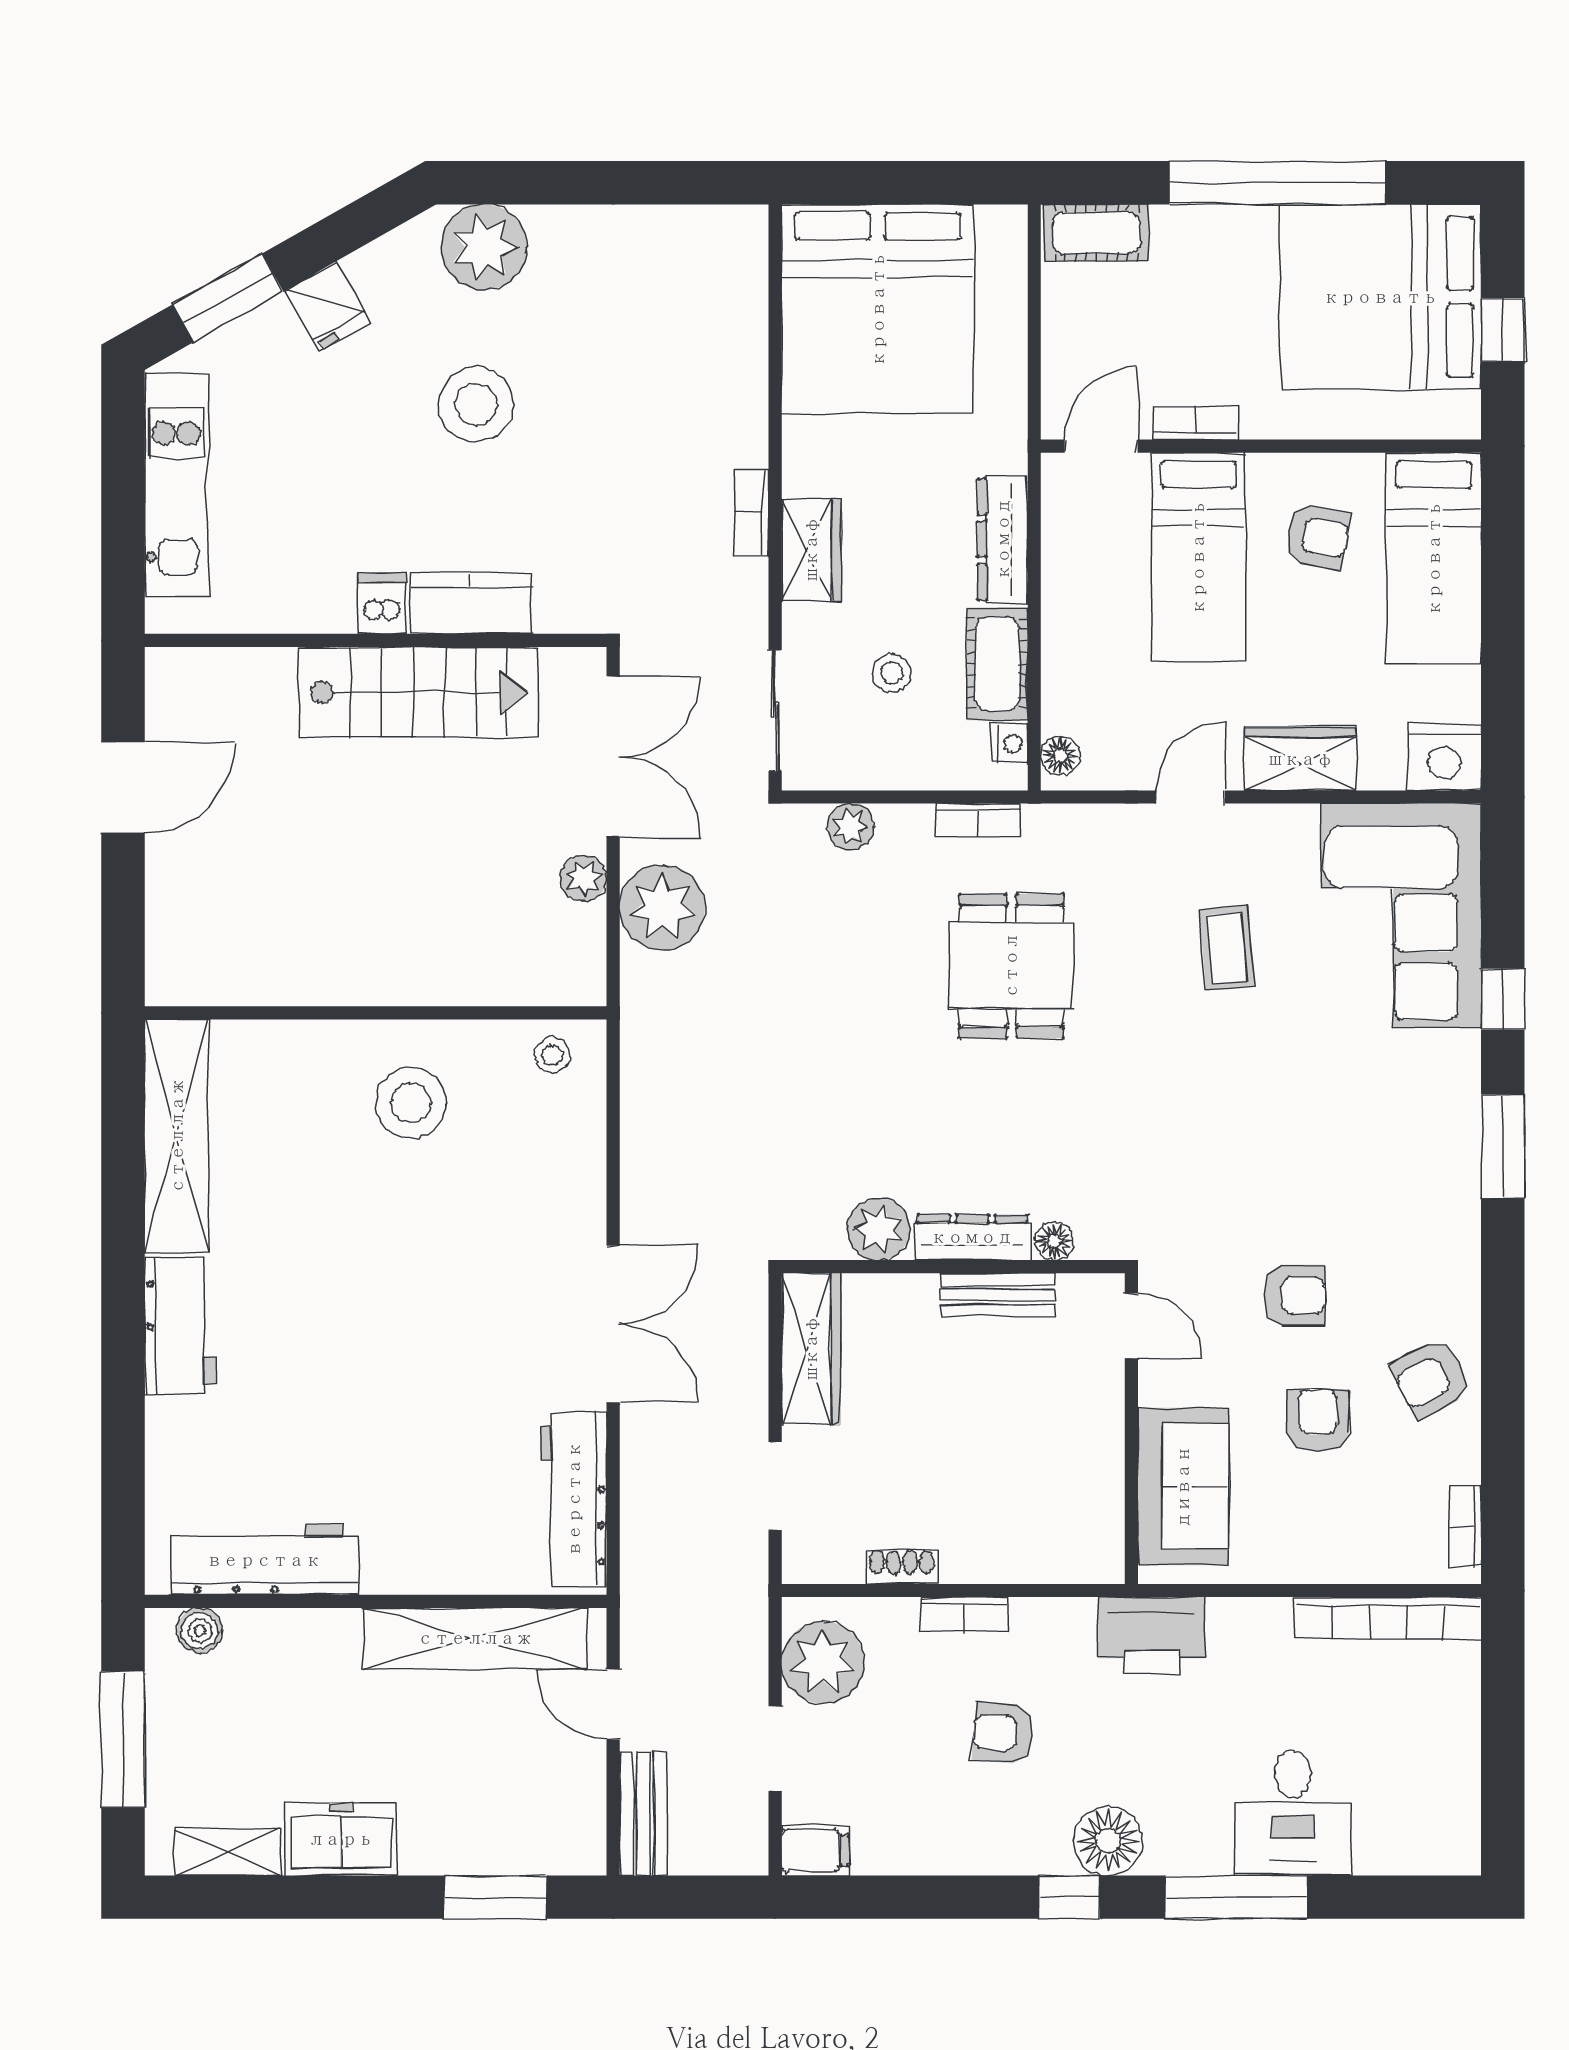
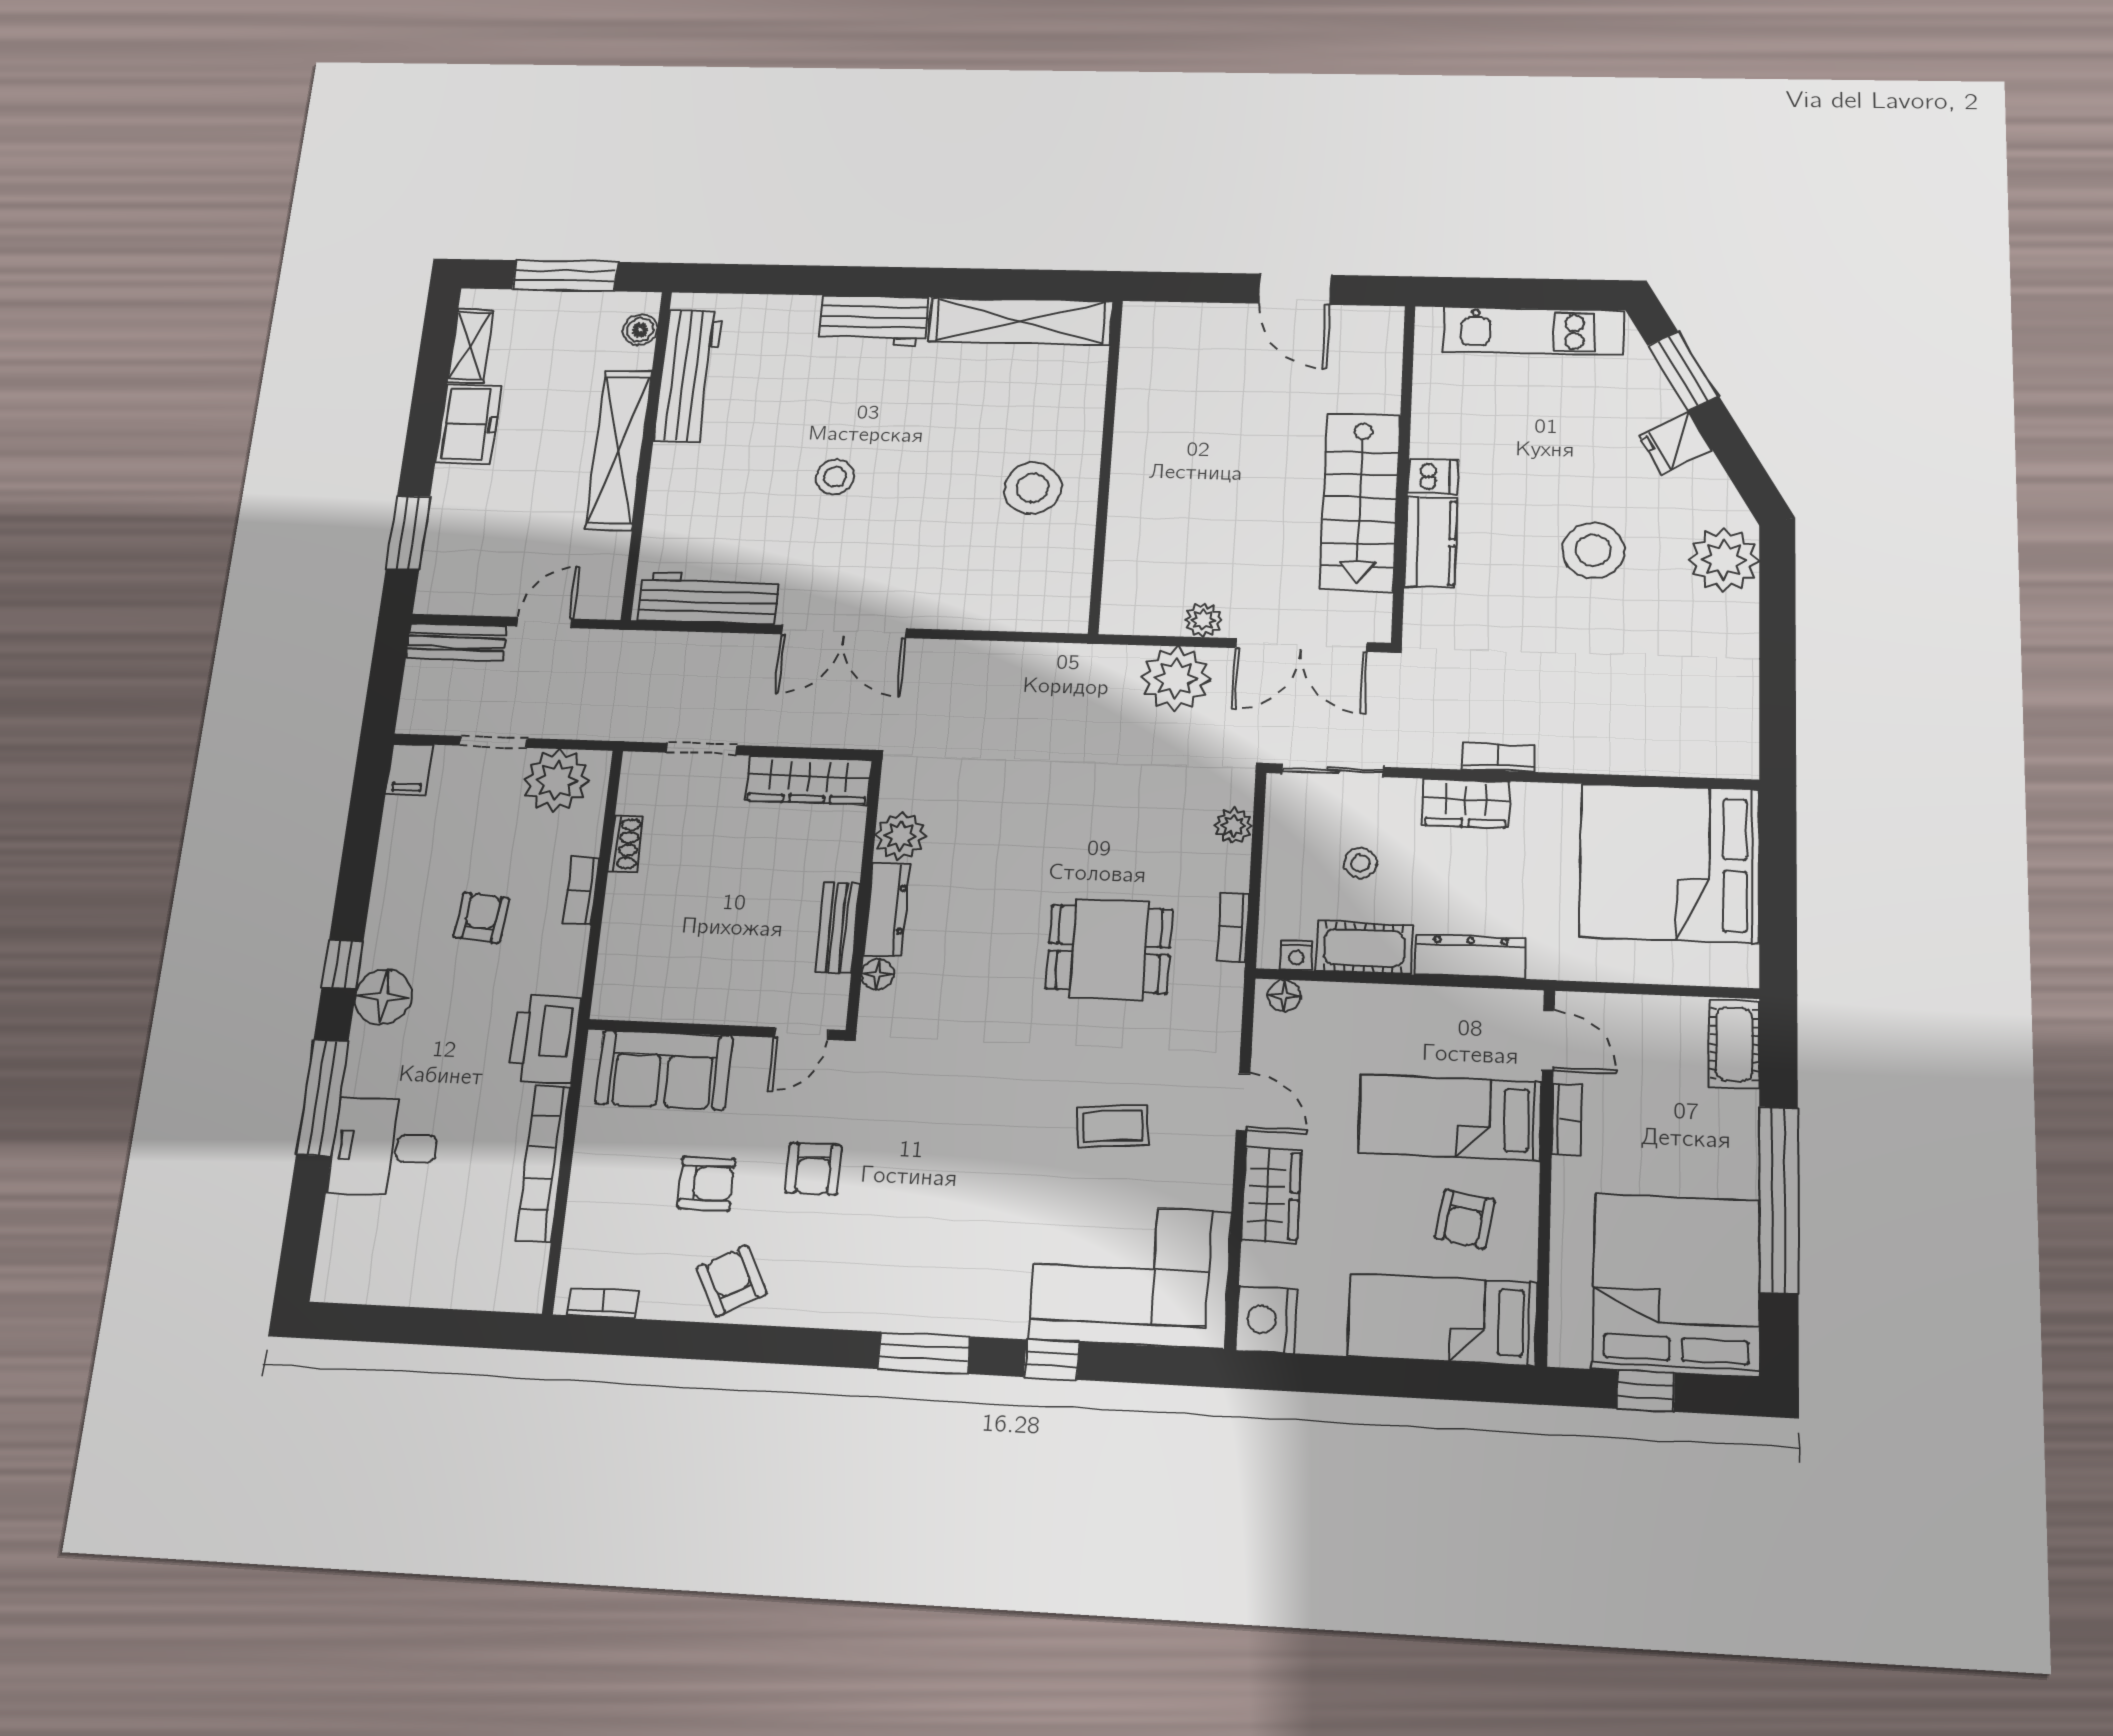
stool: (552, 1055) -> (835, 477), moved, width x1.37, depth x1.37
bookcase: (1388, 1618) -> (543, 1163), moved
shelving: (475, 1638) -> (619, 450), moved

